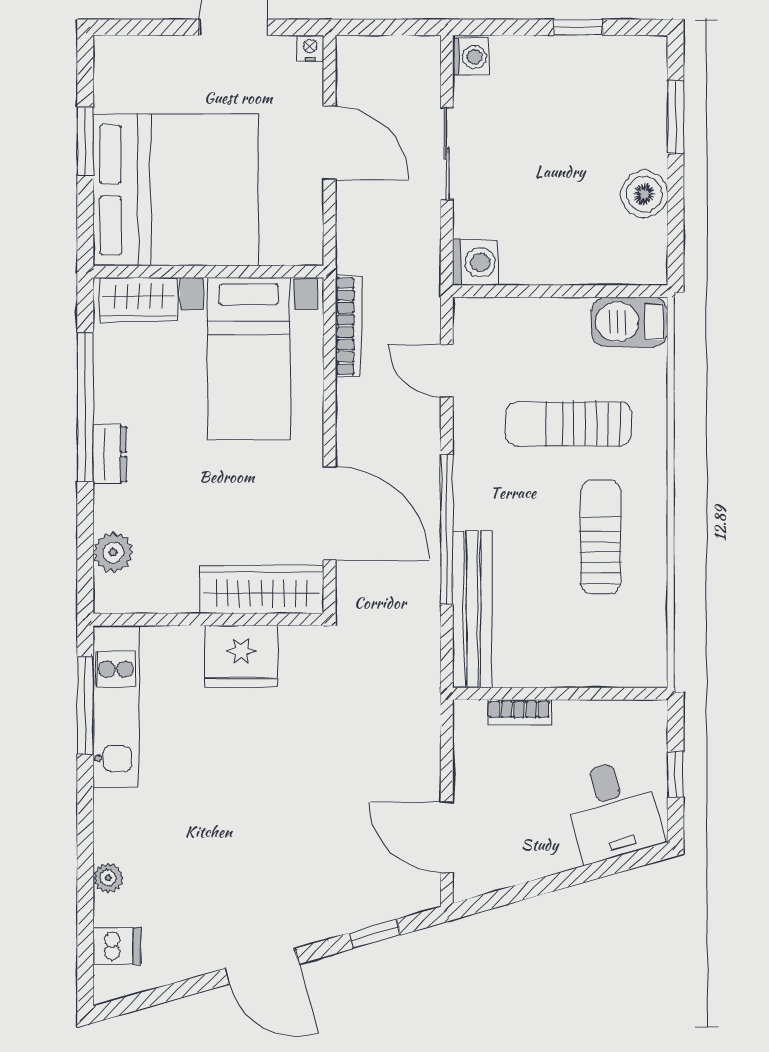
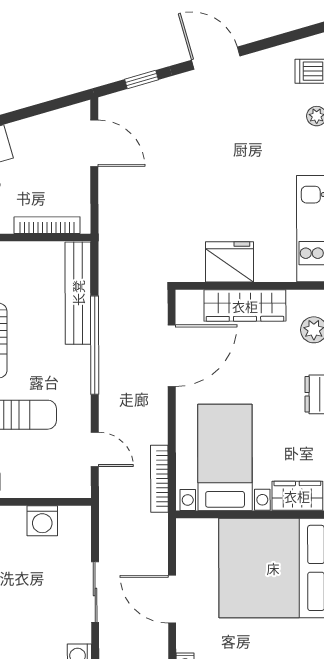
washing machine: (476, 262) -> (42, 521), moved, turned -90
door: (330, 513) -> (172, 356), swing flipped
wardrobe: (262, 590) -> (245, 306), moved
bookcase: (519, 712) -> (47, 225), width x1.56

